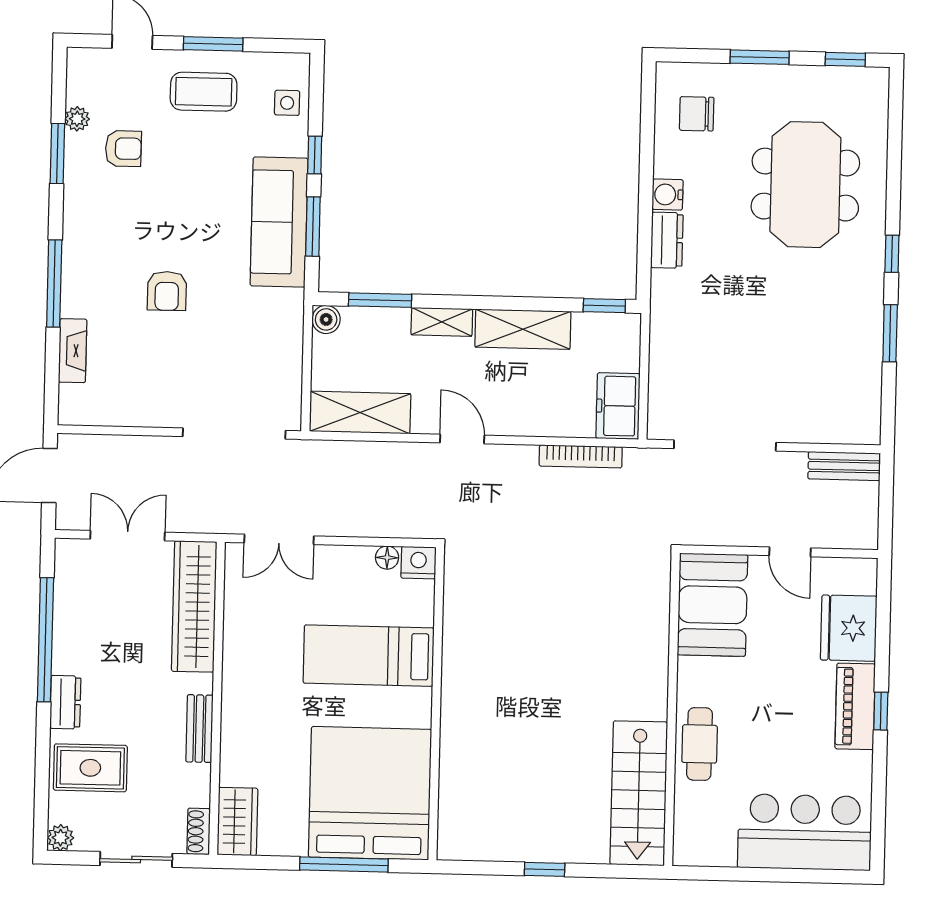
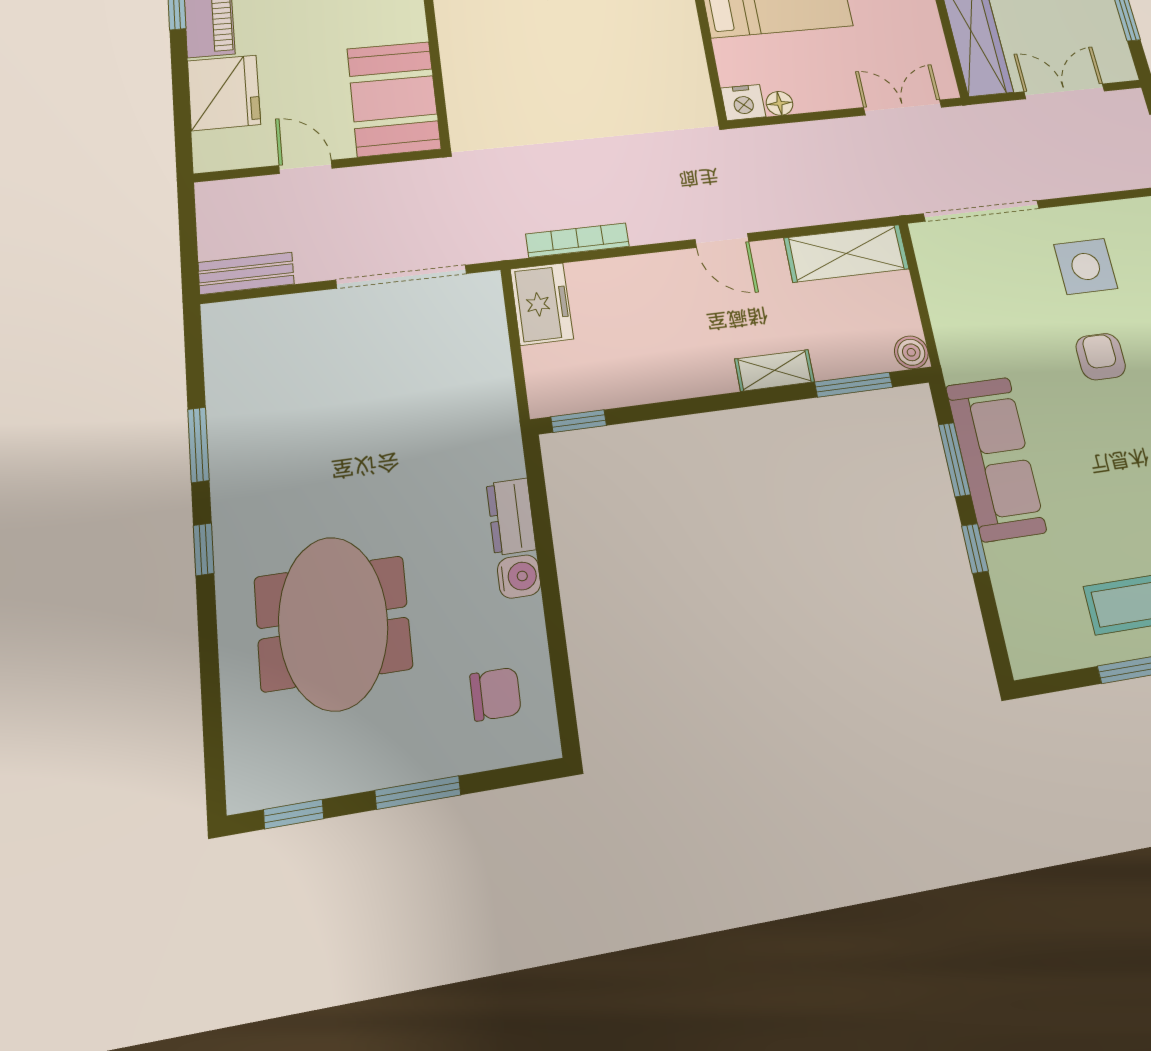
side table: (287, 103) -> (1086, 266), moved, width x1.87, depth x1.87
shelving: (523, 329) -> (675, 377), removed
double door: (128, 536) -> (1064, 91), swing flipped

